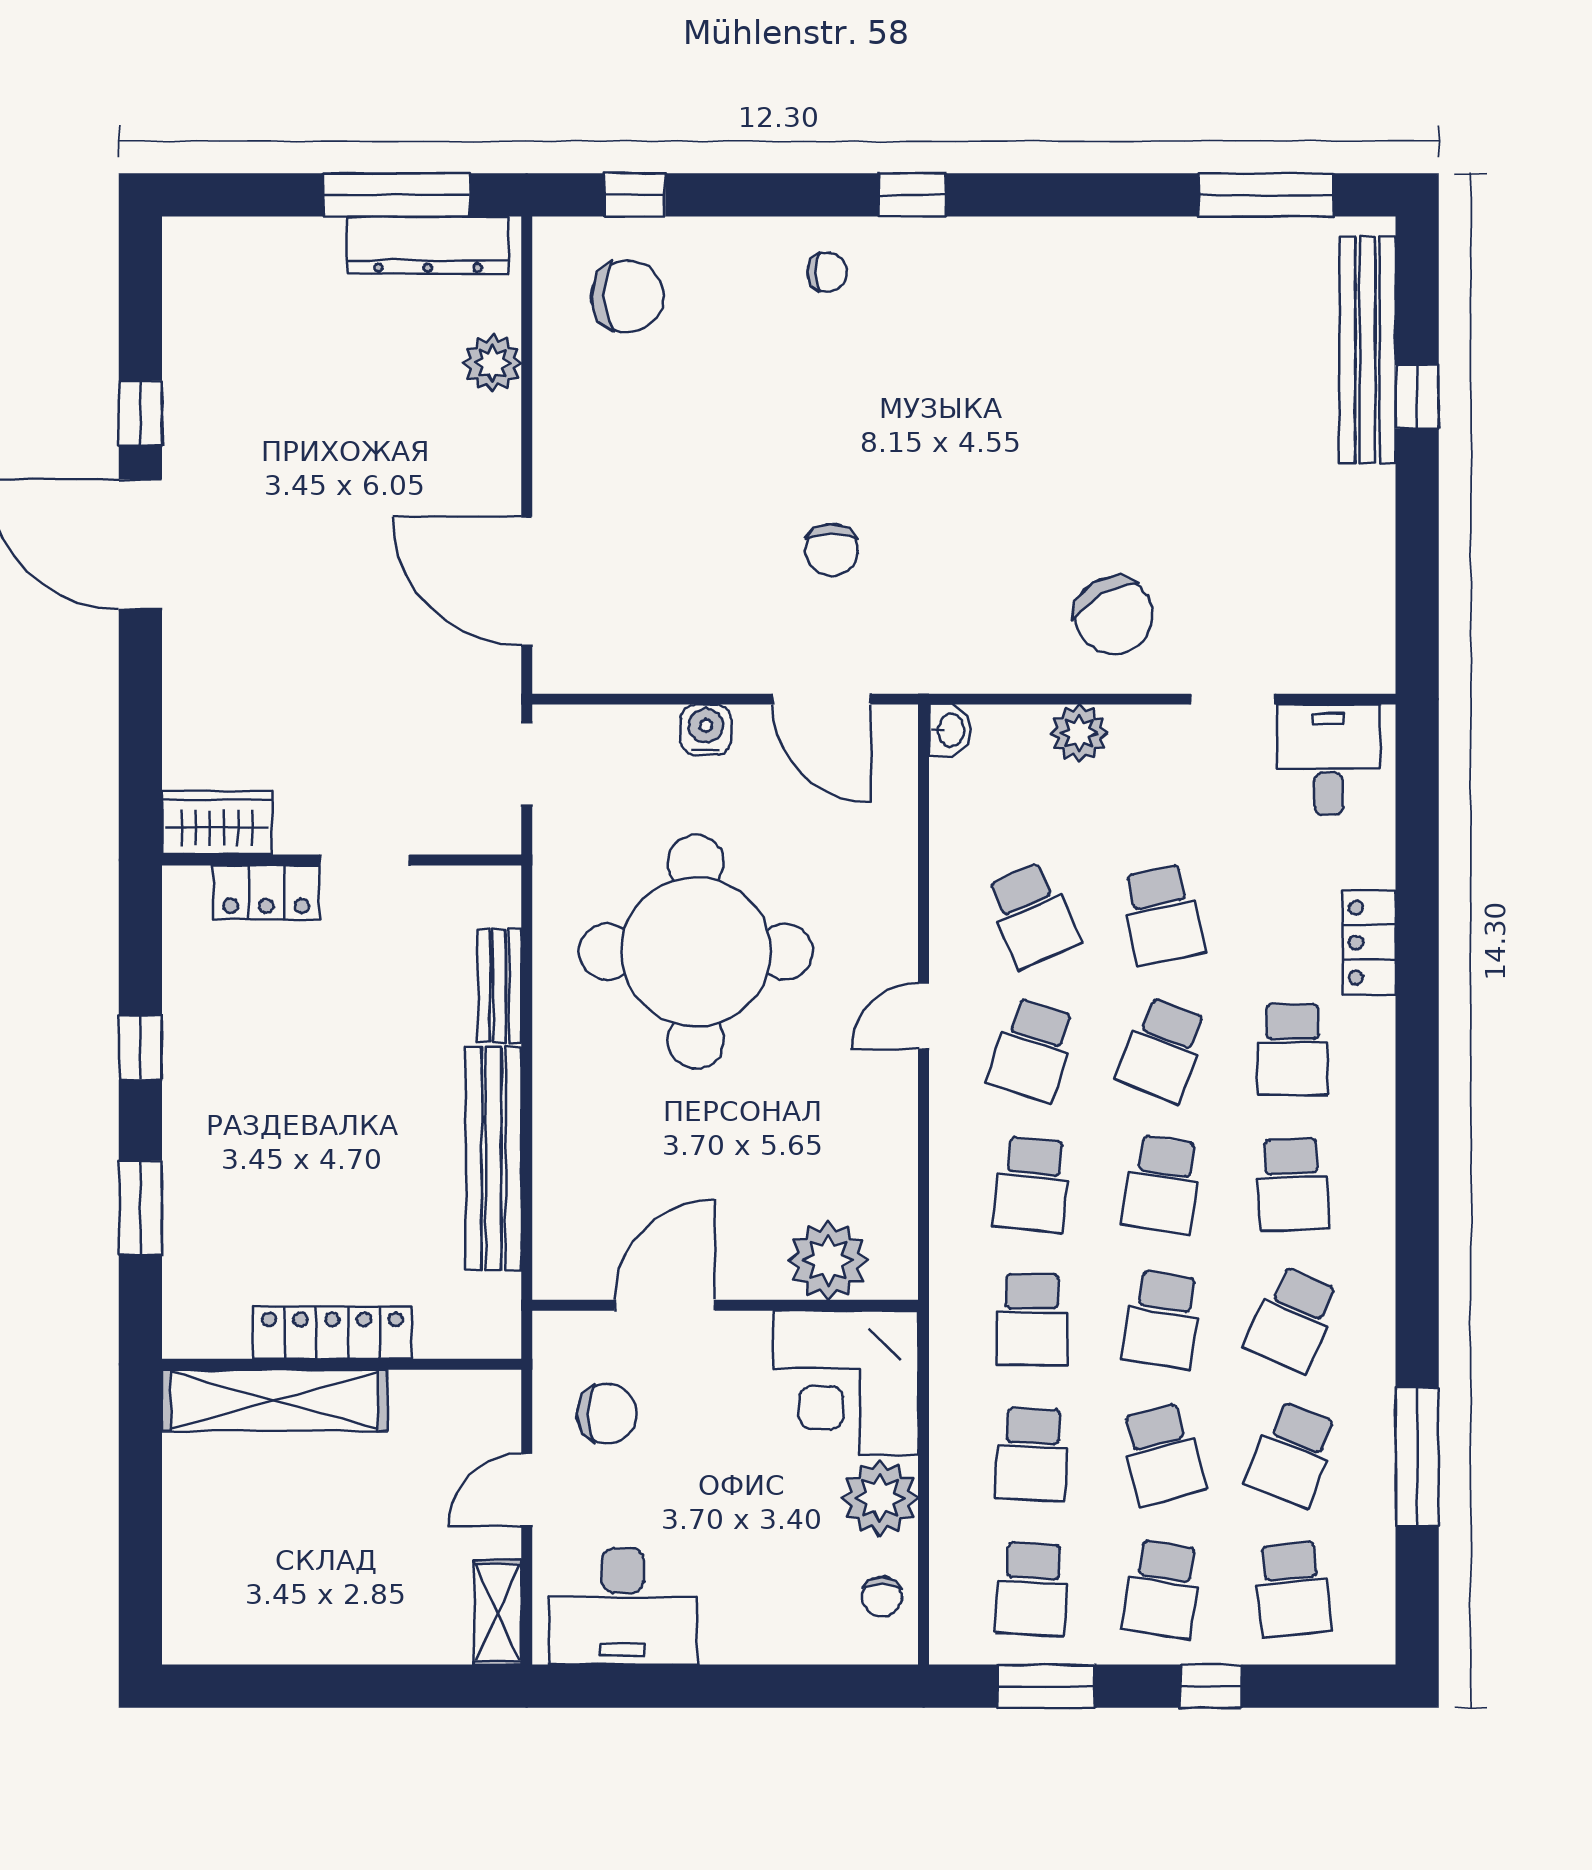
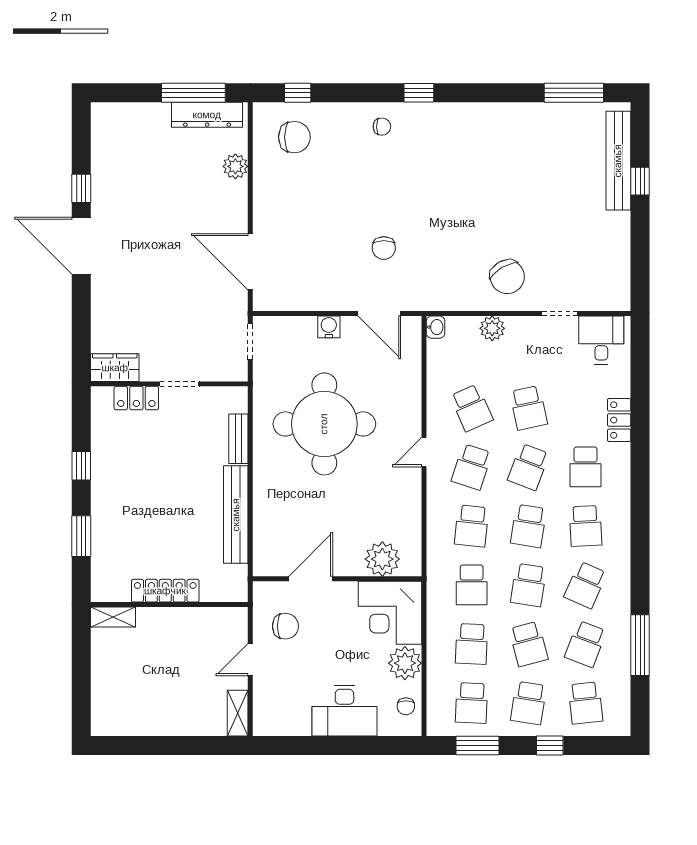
shelving: (274, 1400) -> (113, 617), width x0.45, depth x0.75
desk: (623, 1606) -> (345, 711), moved

